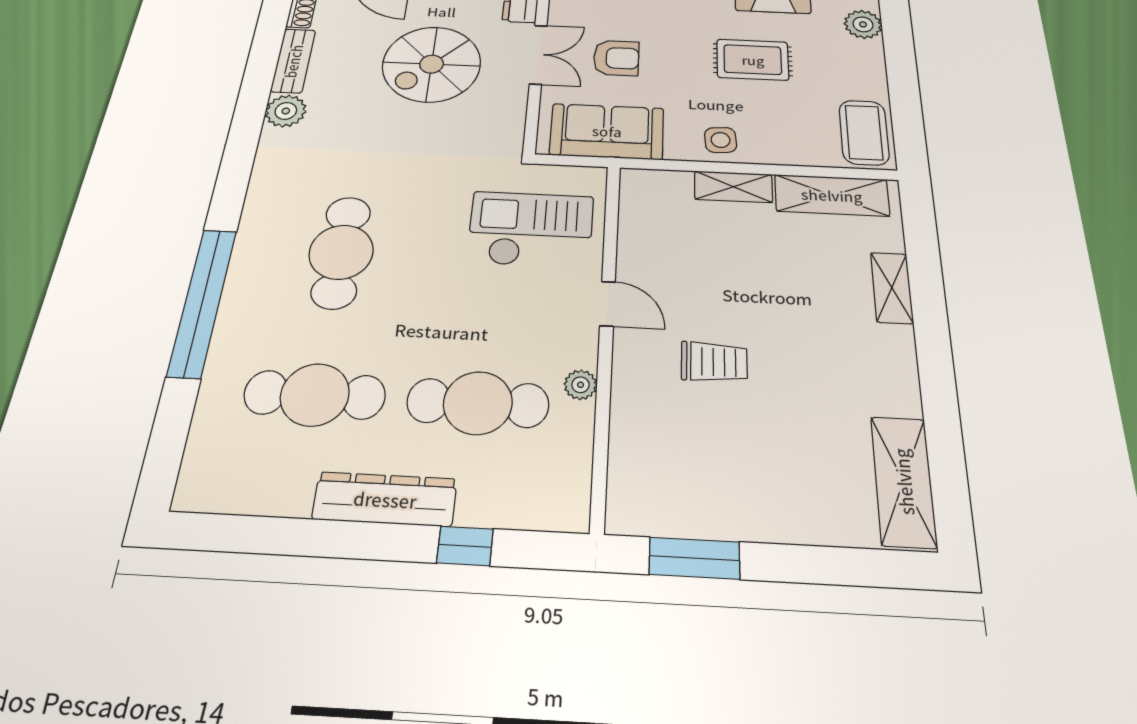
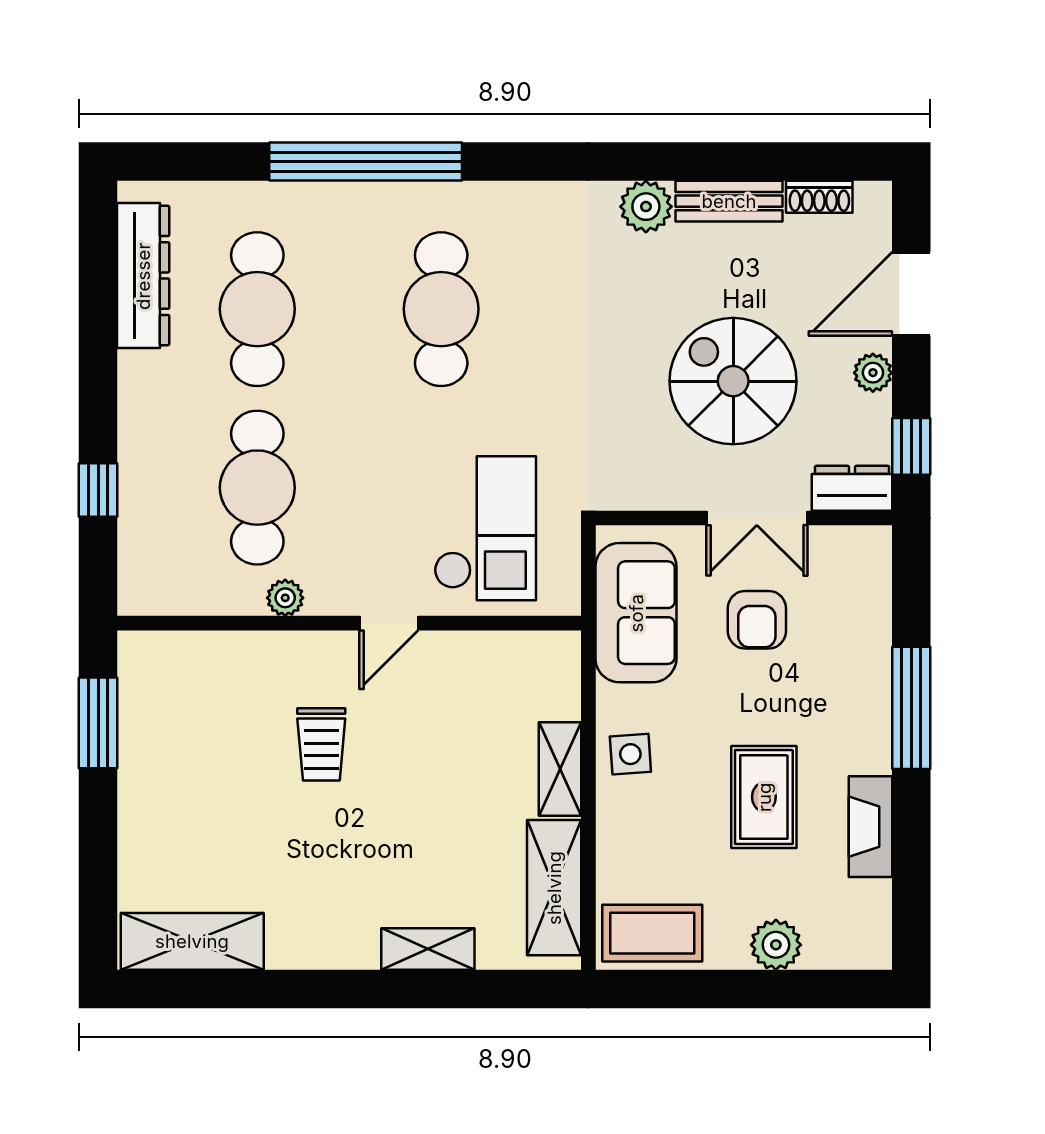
plant: (863, 24) -> (776, 945), moved
cafe table: (341, 252) -> (441, 309), turned 90
dresser: (385, 499) -> (143, 276), moved

